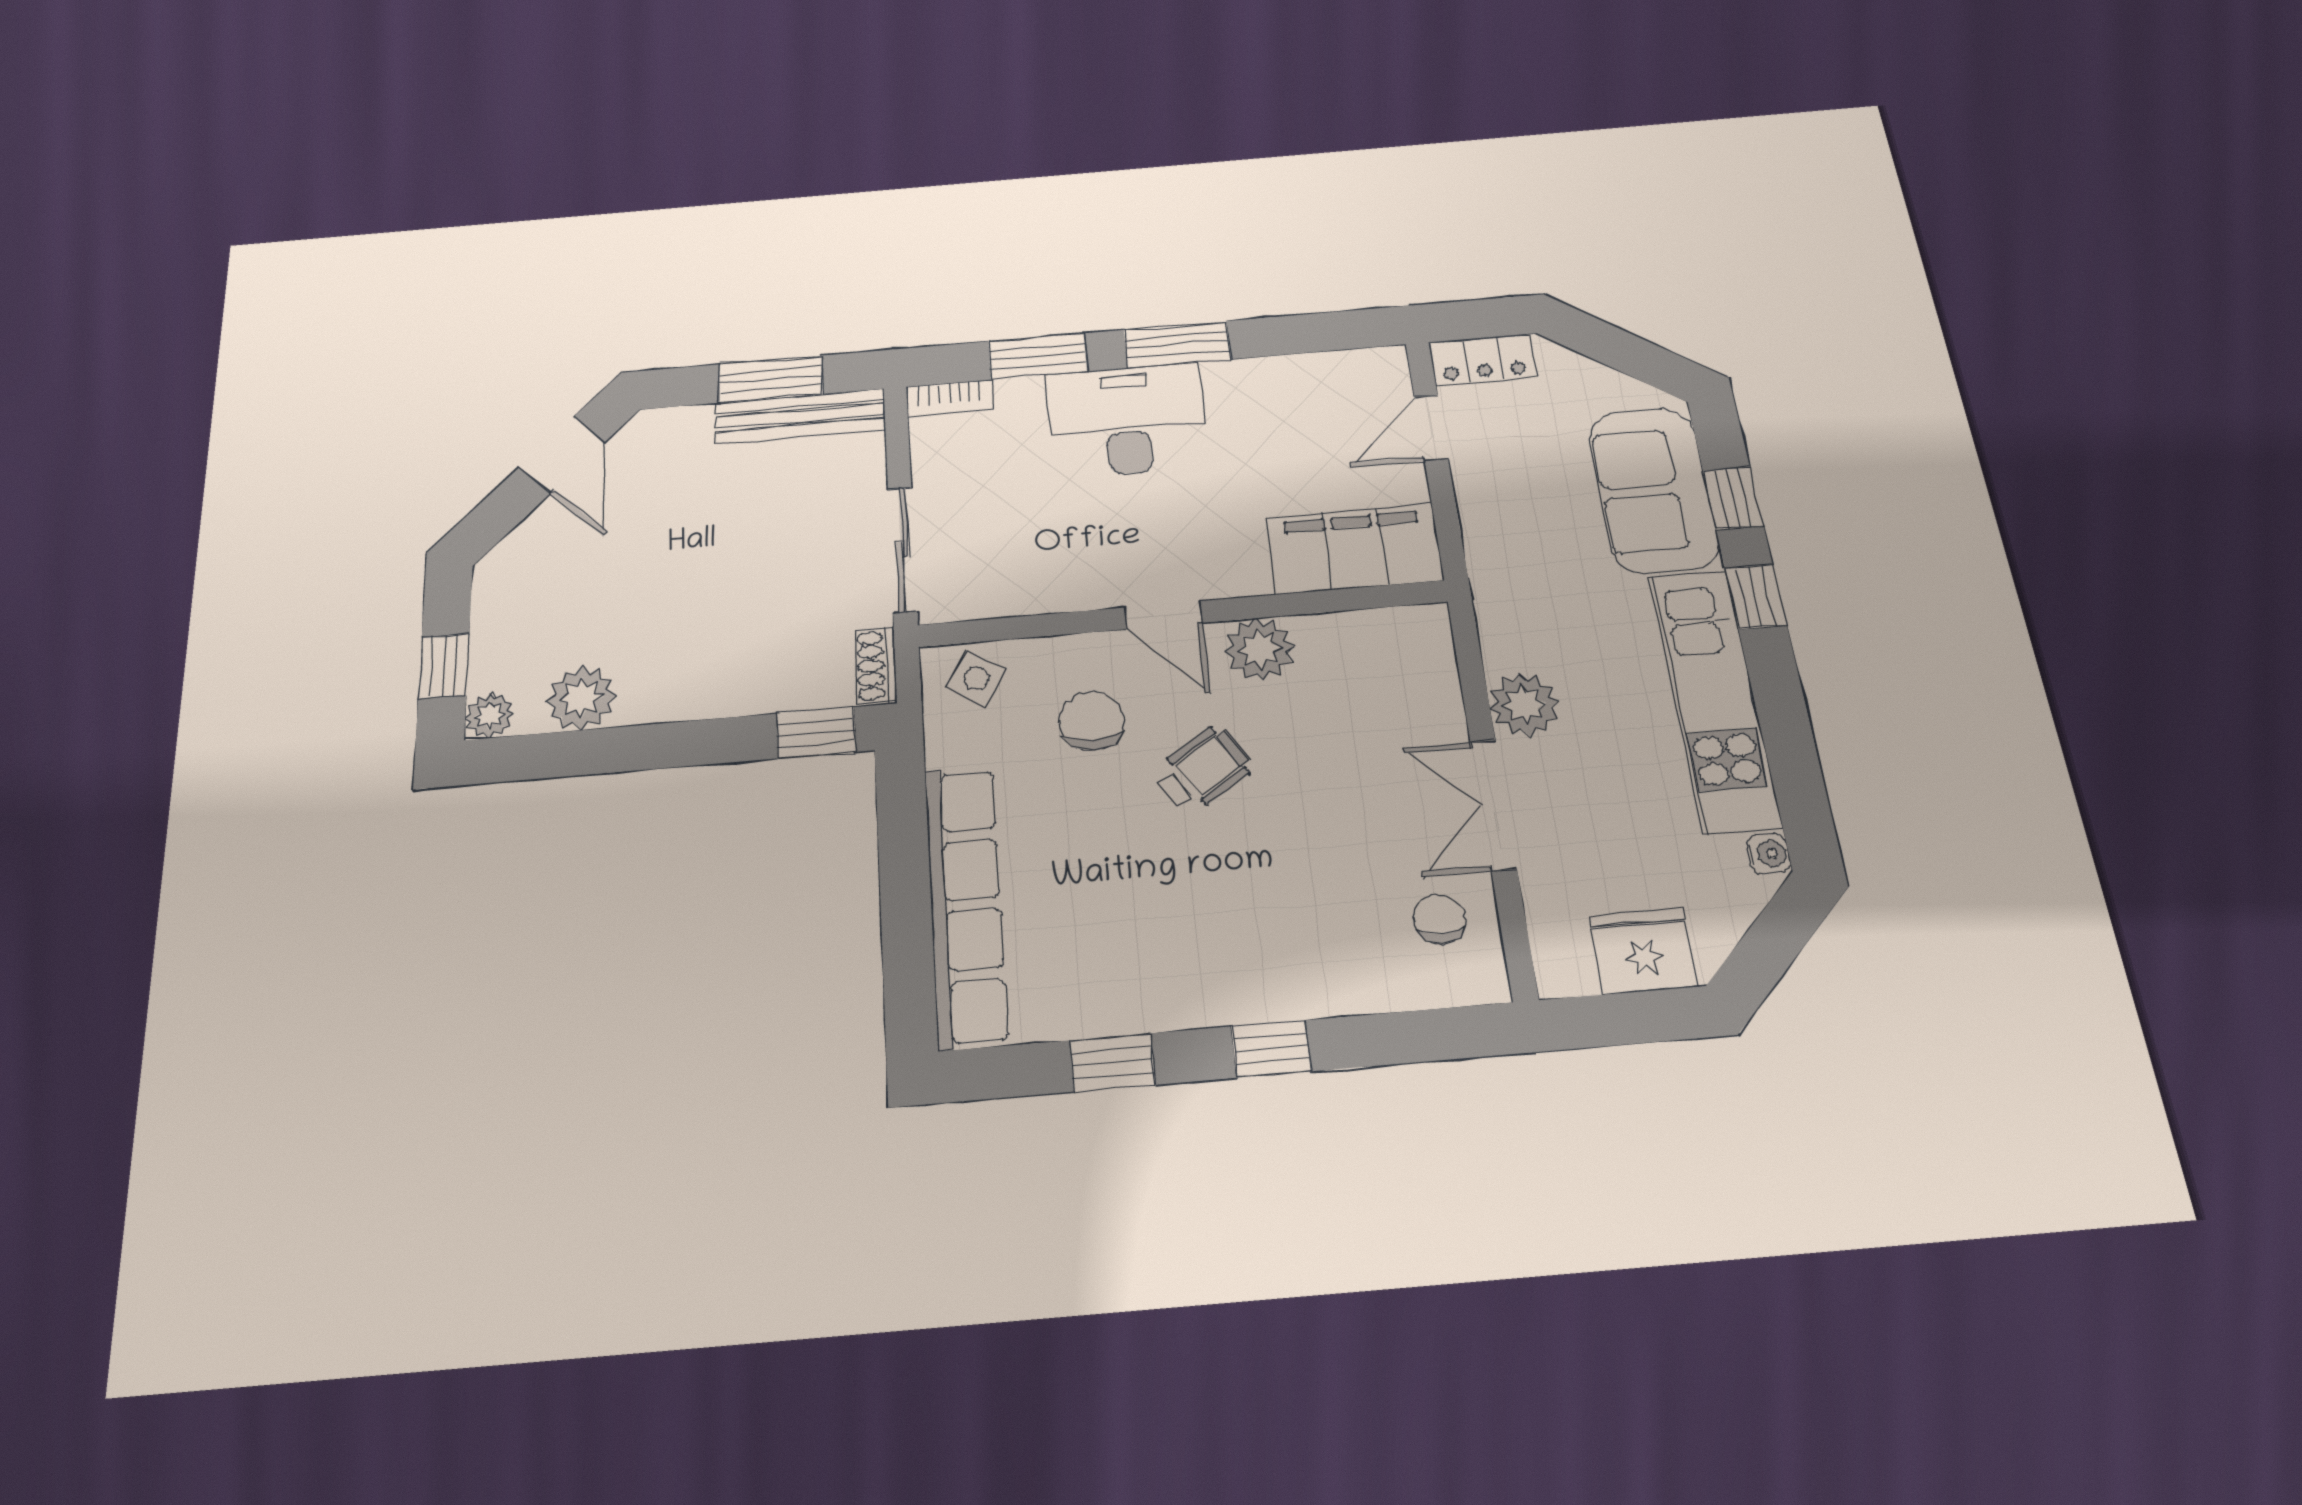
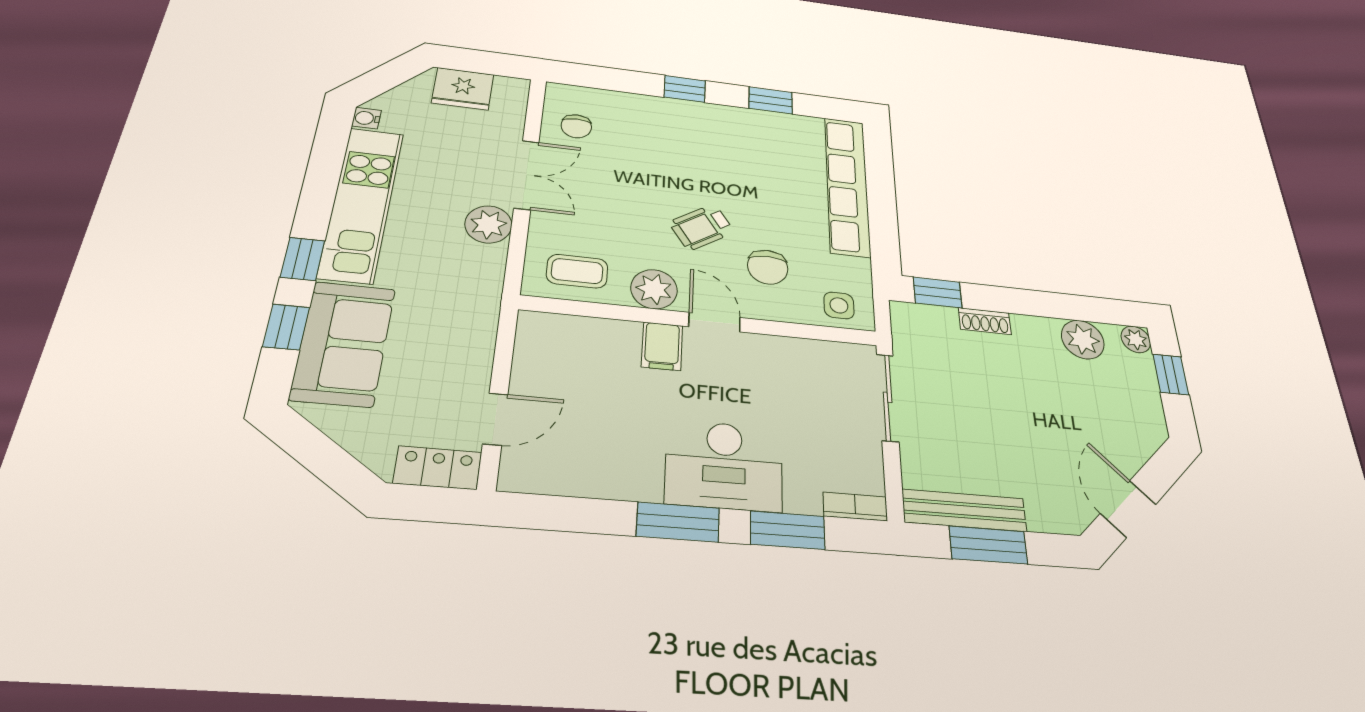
filing cabinet: (1355, 549) -> (662, 346), moved, width x0.33, depth x0.86
coffee table: (1377, 655) -> (577, 271), added
shoe rack: (876, 665) -> (985, 321), moved, turned 90
side table: (976, 679) -> (839, 305), turned -32

